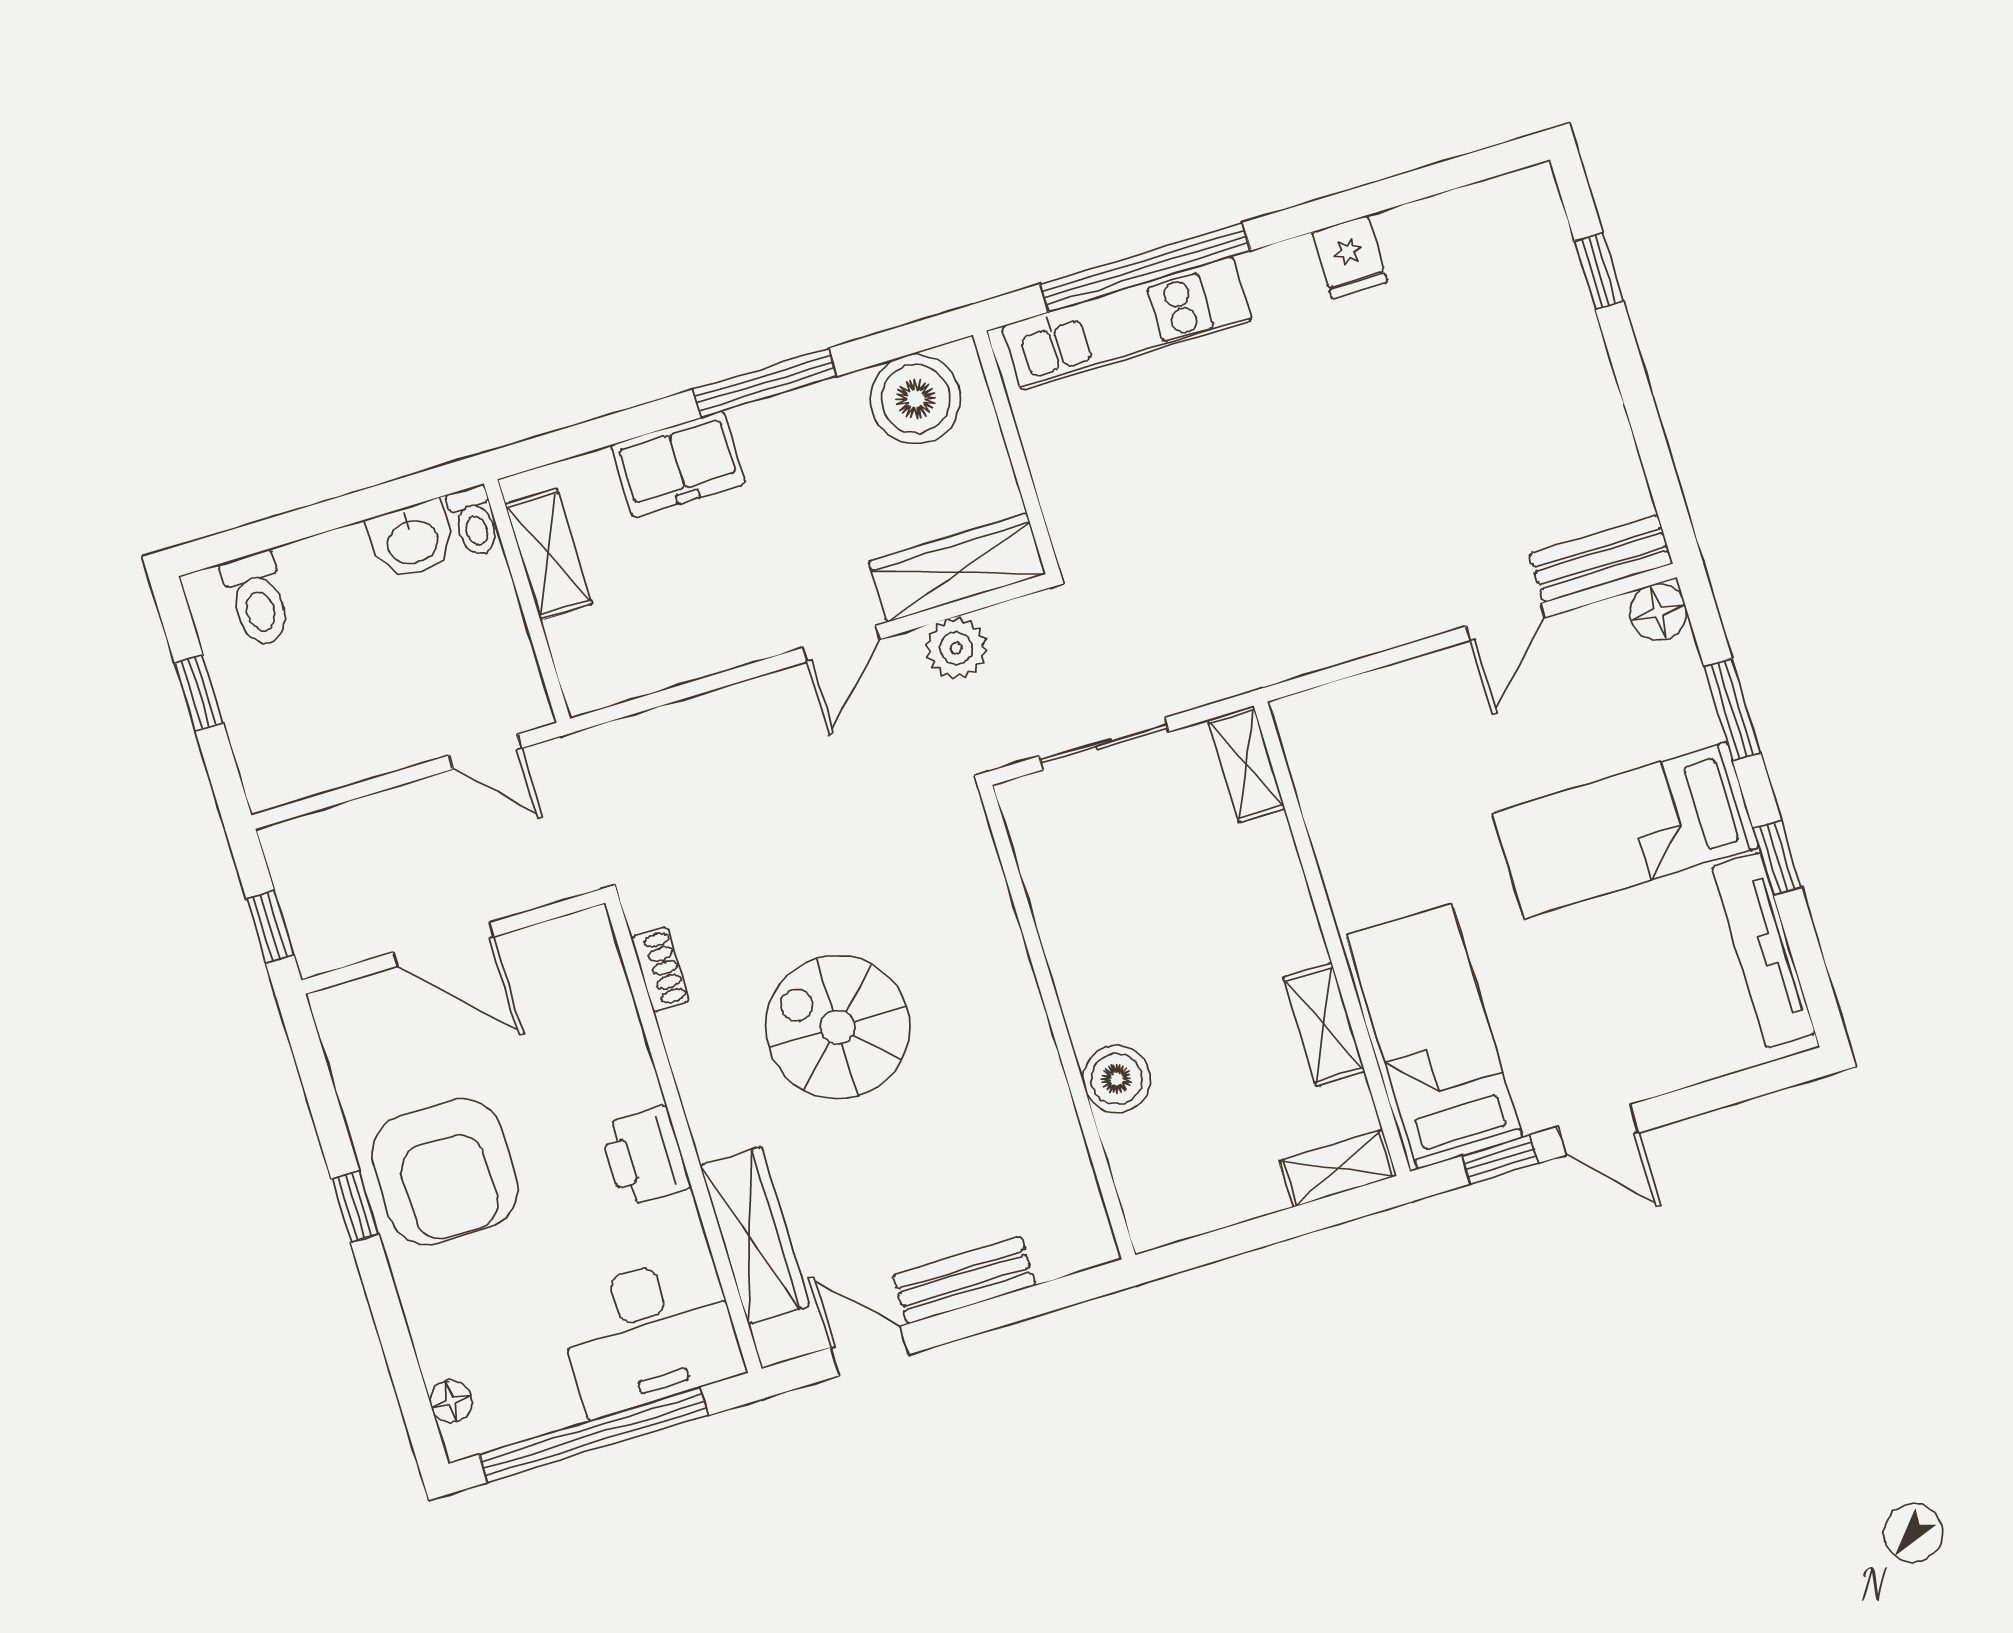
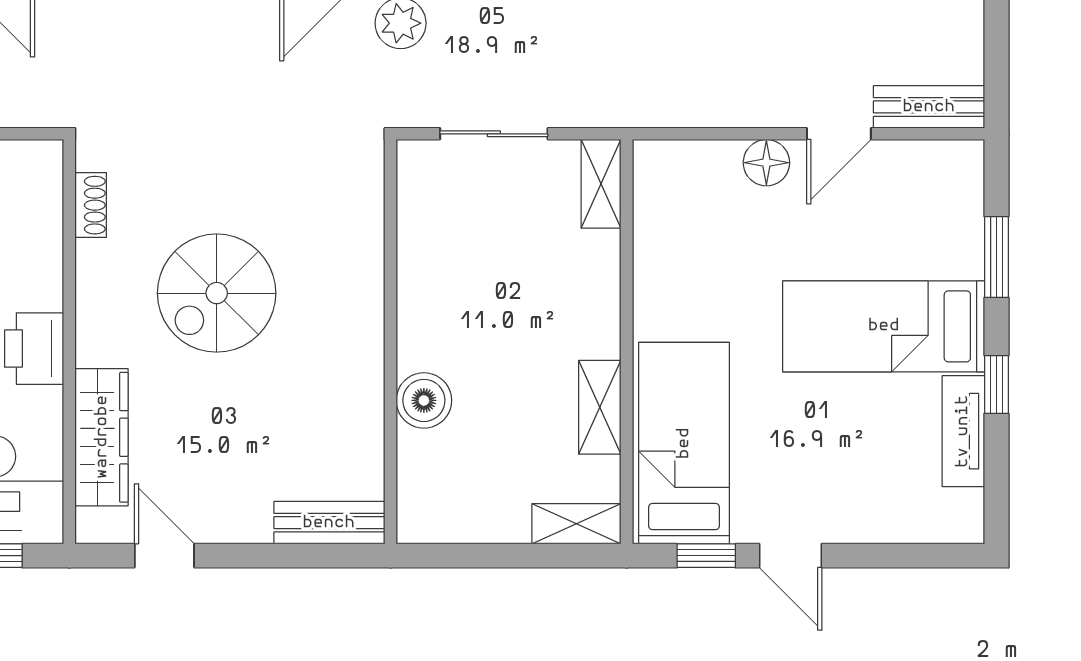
floor lamp: (1658, 612) -> (766, 163), moved
tv unit: (1763, 950) -> (963, 431), width x0.71
spiral stairs: (838, 1027) -> (217, 293), turned -90
bench: (964, 1280) -> (329, 523), moved

